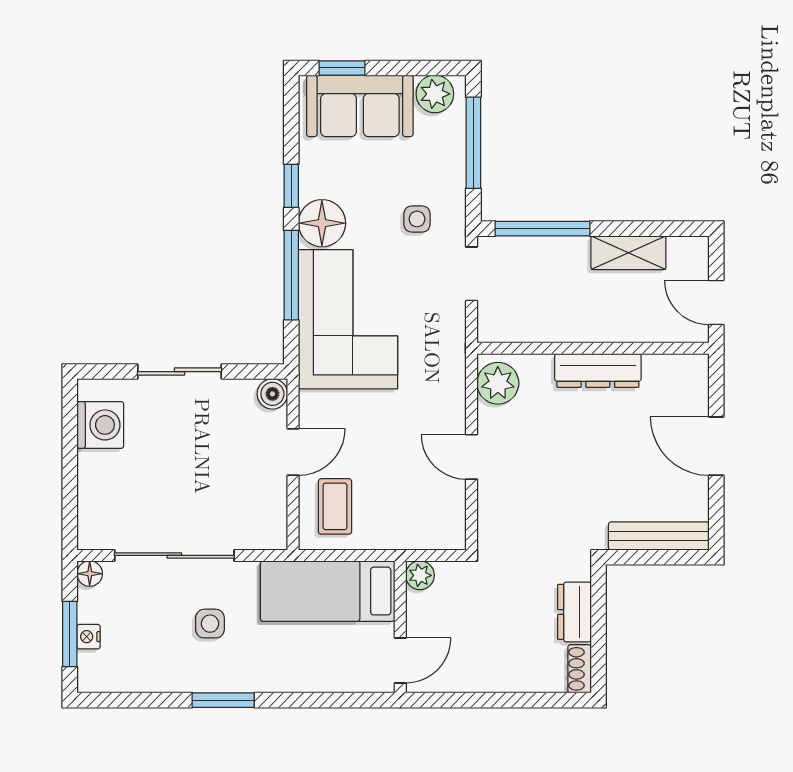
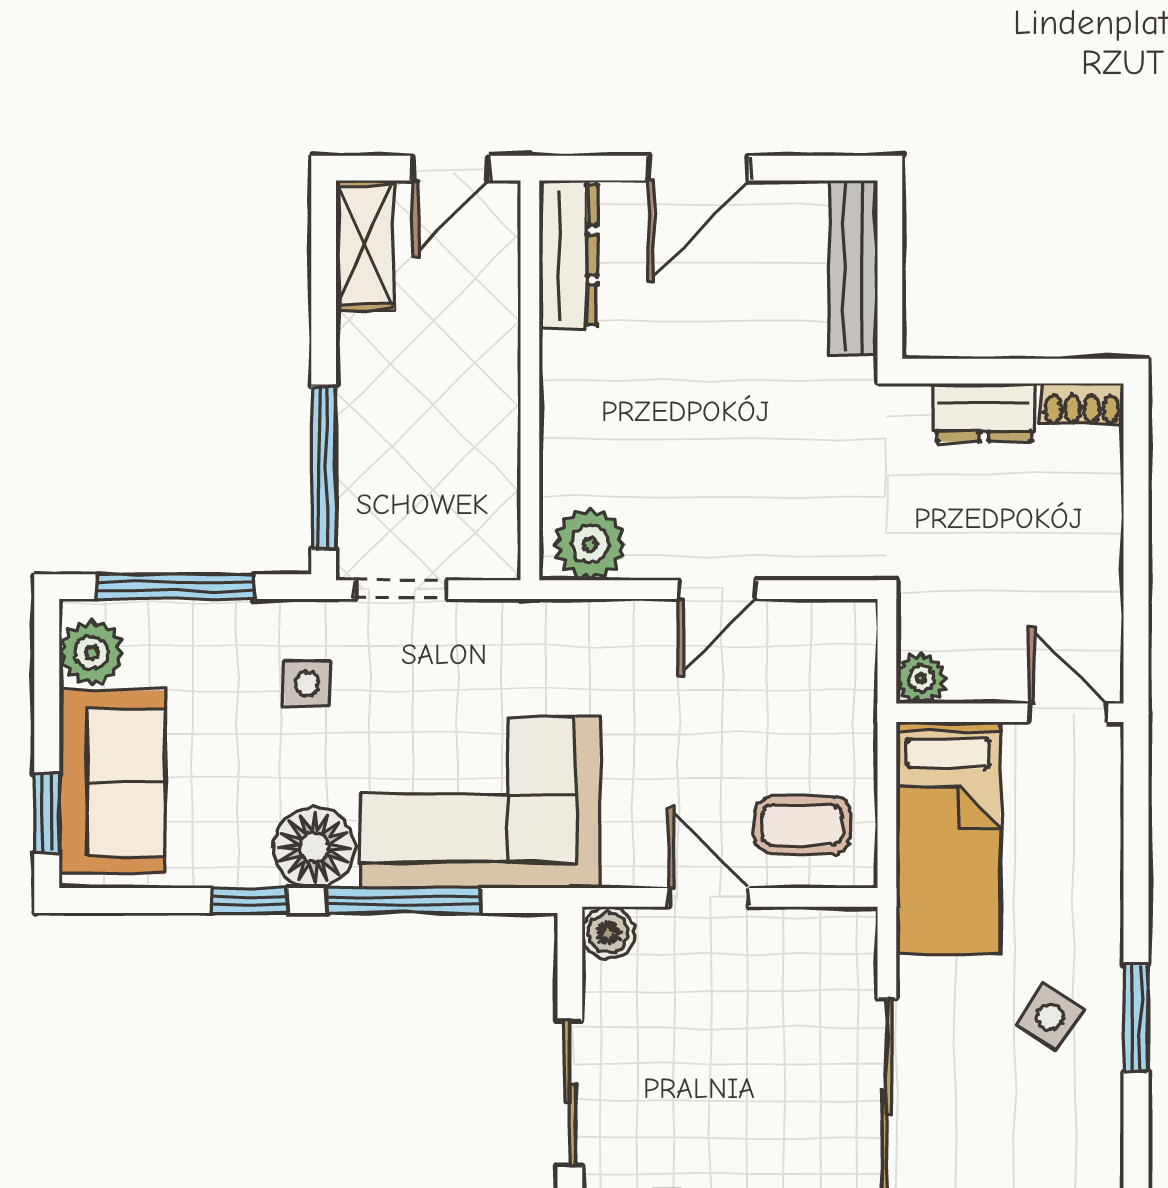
shelving: (628, 253) -> (365, 245), moved
dresser: (598, 371) -> (568, 255), moved
side table: (210, 624) -> (1050, 1017), moved, turned 34

